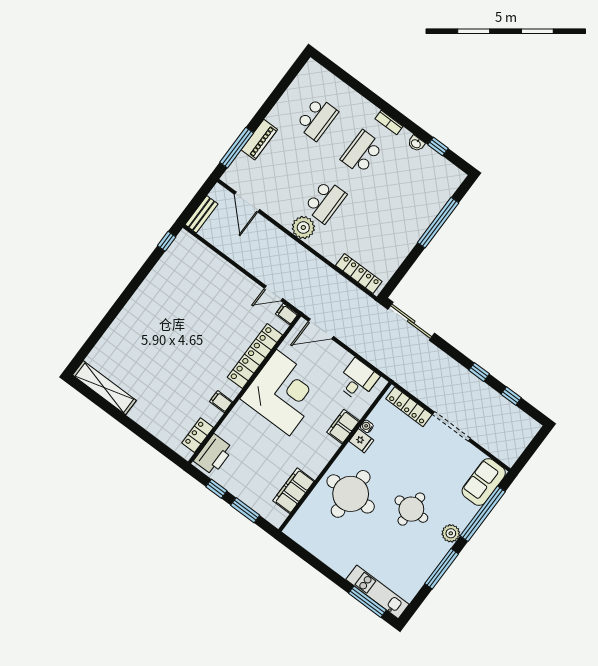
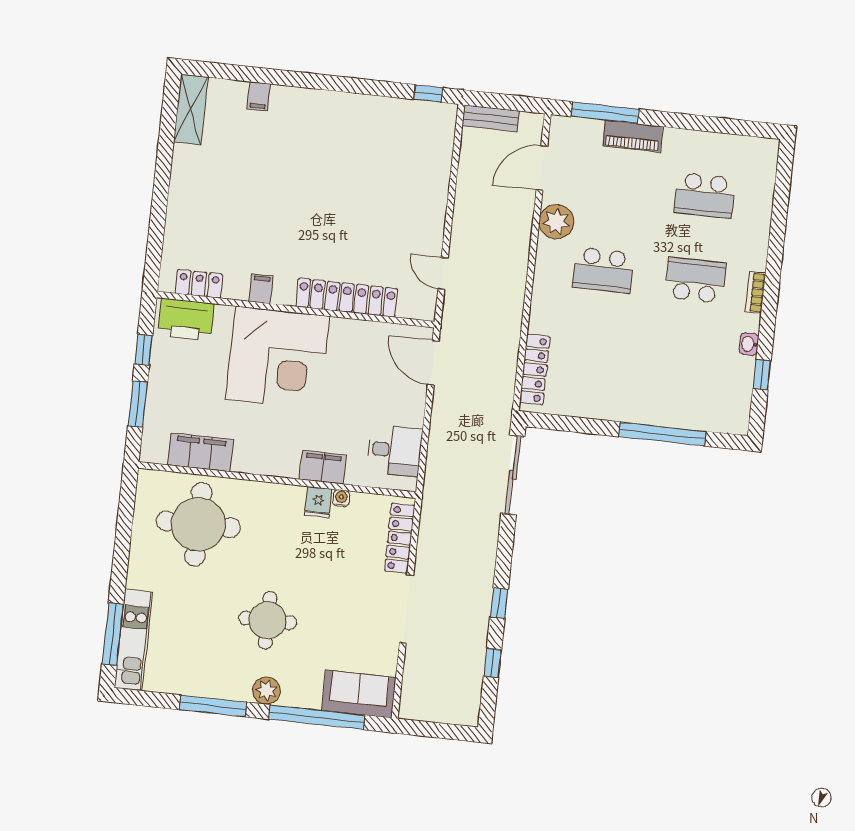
plant: (303, 228) -> (556, 222), moved
filing cabinet: (287, 314) -> (259, 96), moved, turned 180
shelving: (104, 388) -> (191, 110), width x0.68
corner desk: (283, 393) -> (278, 358), moved
round table: (351, 494) -> (198, 524), moved

